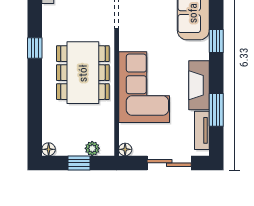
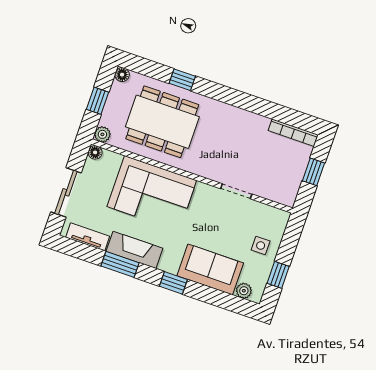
window: (35, 48) -> (182, 80), moved
dining table: (83, 73) -> (162, 122), moved
window: (216, 110) -> (120, 264), moved
plant: (92, 148) -> (102, 134), moved

